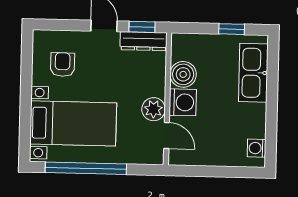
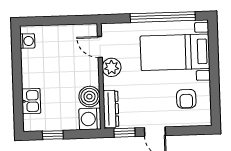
dresser: (144, 41) -> (111, 109), moved, turned 90
kitchen sink: (253, 73) -> (31, 101), width x0.53, depth x0.81
washing machine: (183, 102) -> (90, 119), moved

